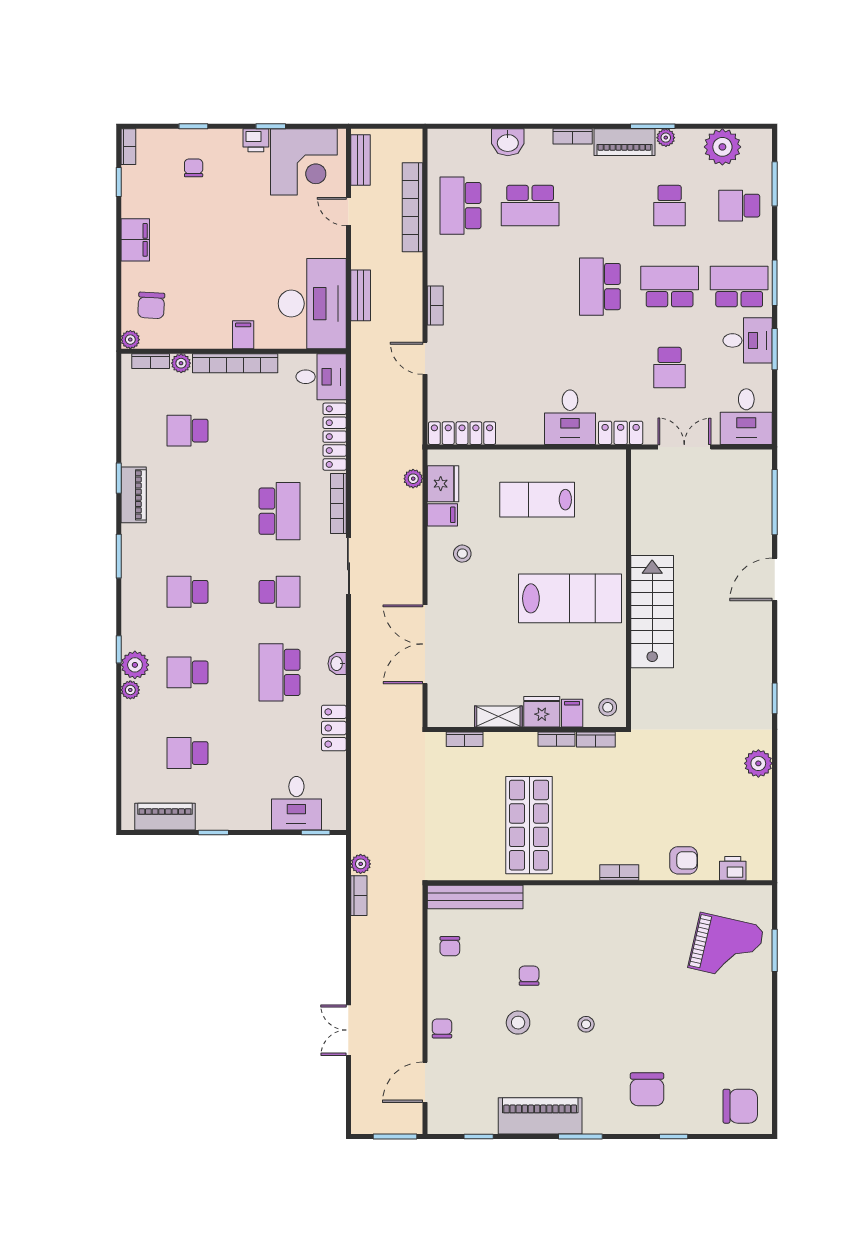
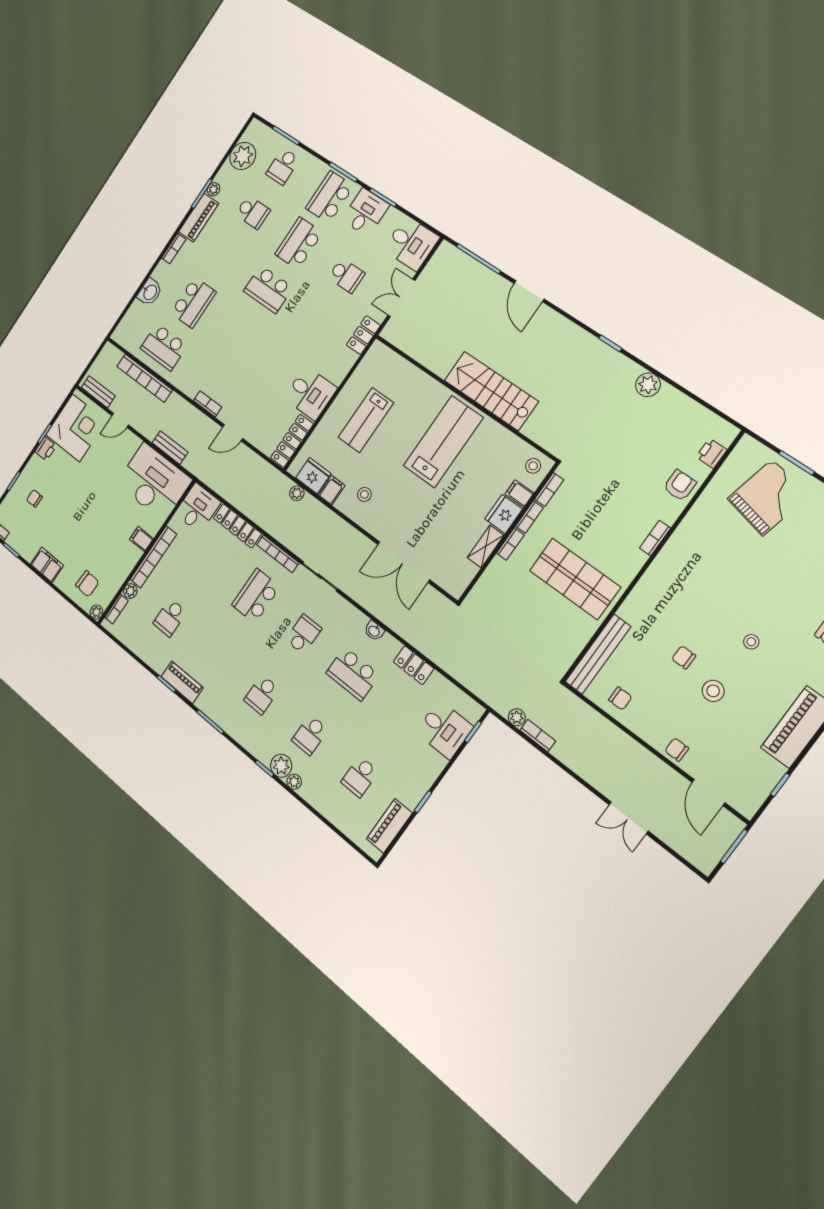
desk: (570, 417) -> (310, 393), moved
school desk: (280, 511) -> (256, 596), turned -90
bookcase: (465, 739) -> (510, 544), moved

